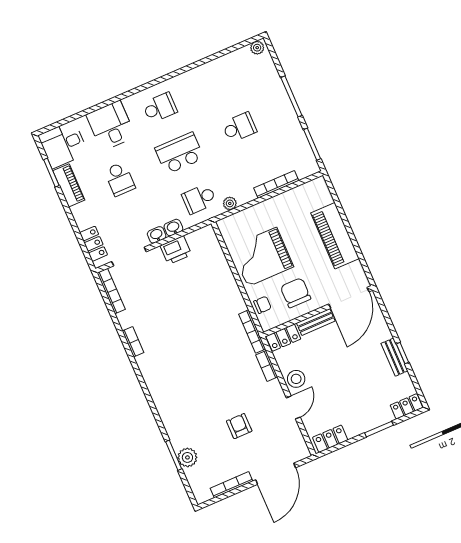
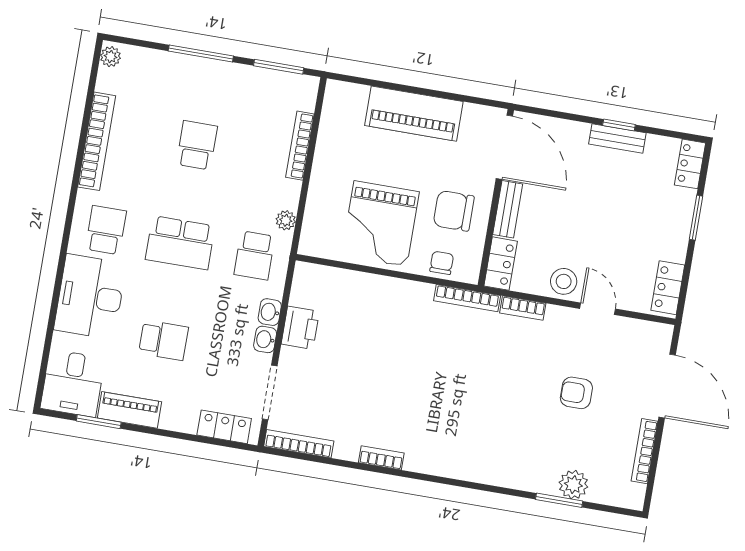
bookcase: (205, 71) -> (97, 141), added
desk: (111, 126) -> (90, 297), width x1.37
school desk: (179, 153) -> (180, 243), turned -90

